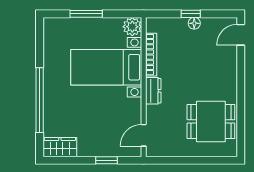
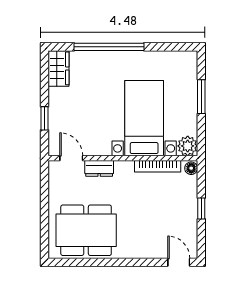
floor lamp: (194, 23) -> (191, 168), moved
dresser: (153, 91) -> (99, 168), moved
dining table: (211, 121) -> (86, 230), width x1.38

